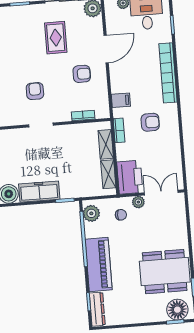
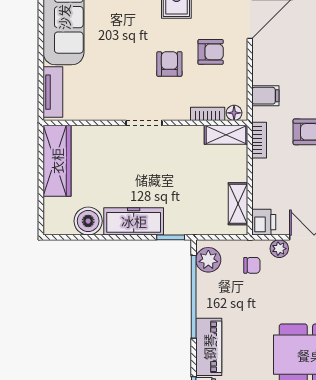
armchair: (35, 91) -> (169, 64), moved
floor lamp: (101, 113) -> (234, 113), added
shelving: (106, 144) -> (226, 135), moved, turned 90
printer: (130, 177) -> (264, 222), width x0.53, depth x0.68
piano: (99, 264) -> (209, 347), width x0.73, depth x0.75

